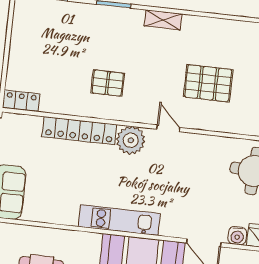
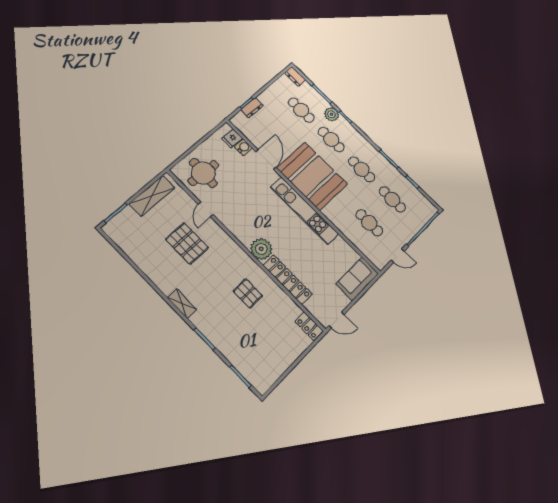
door: (168, 128) -> (206, 209), moved
kitchen unit: (119, 220) -> (304, 211), width x1.36

